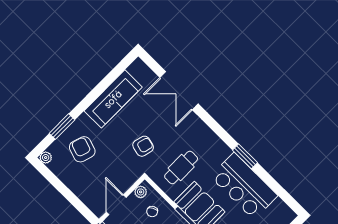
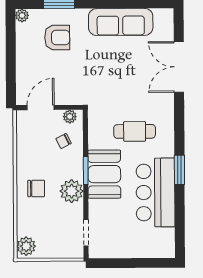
armchair: (143, 146) -> (107, 83), removed
armchair: (82, 149) -> (57, 38), turned 72
cafe table: (181, 167) -> (135, 131), moved

